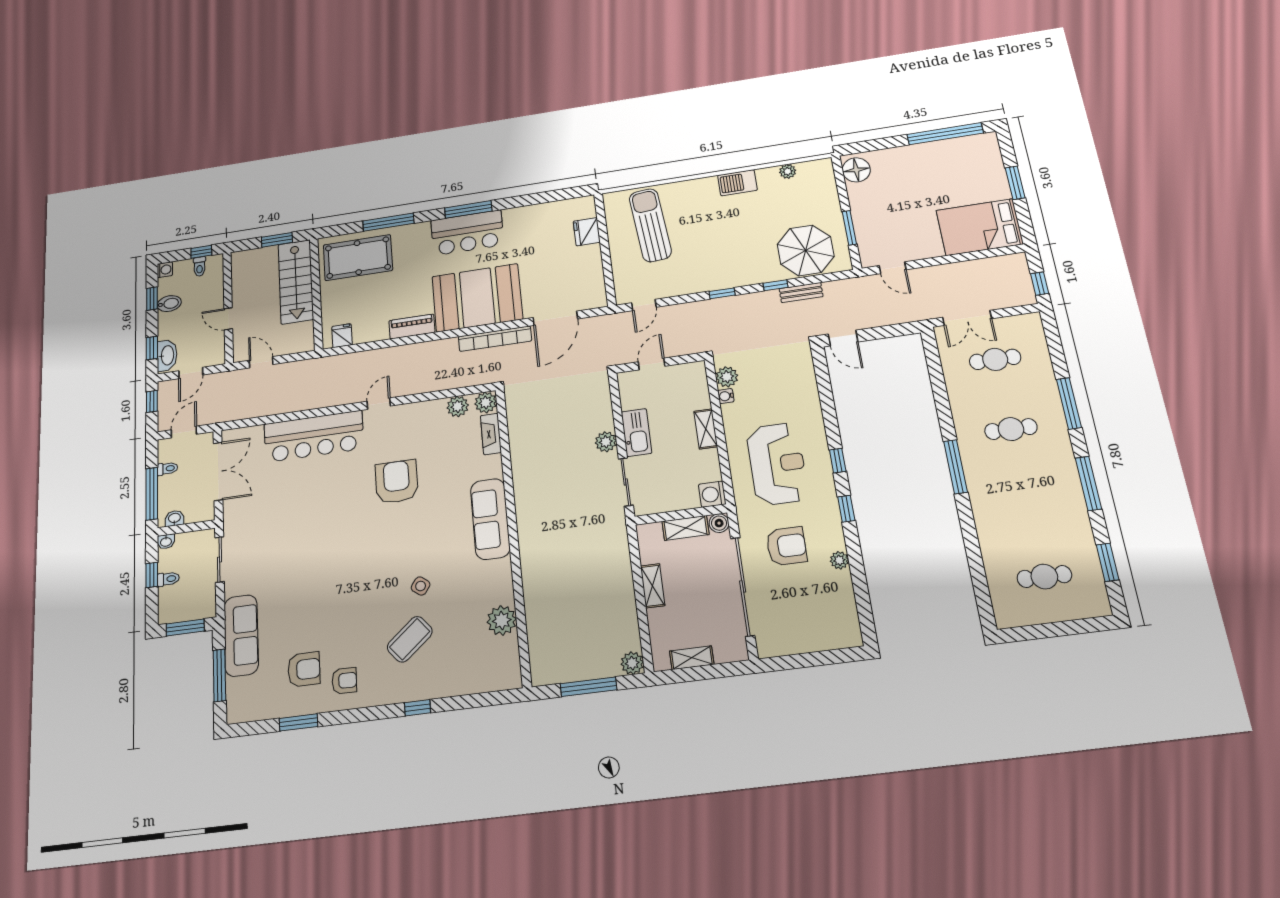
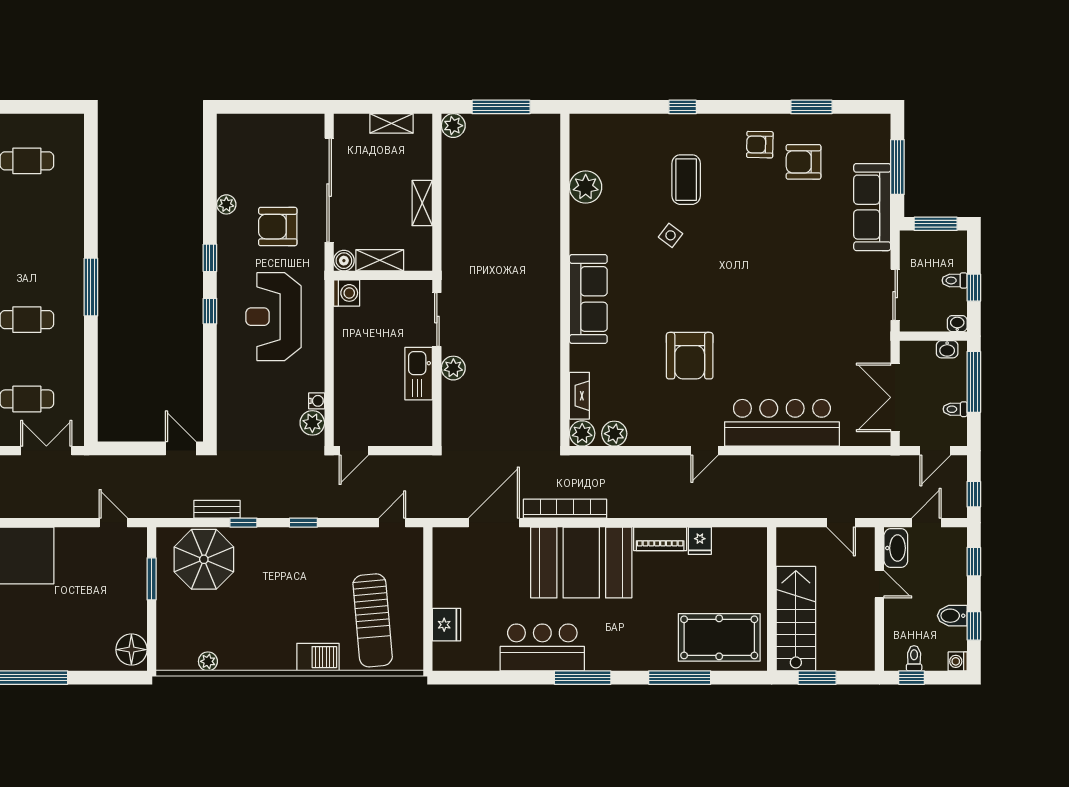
barbecue: (737, 183) -> (318, 657), moved
bar counter: (467, 233) -> (542, 647), moved
fridge: (342, 336) -> (700, 541), moved
washbasin: (167, 355) -> (896, 548), moved, turned 180
door: (652, 364) -> (354, 451), moved
shelving: (706, 429) -> (343, 367), removed
coffee table: (410, 639) -> (686, 180), turned -50

